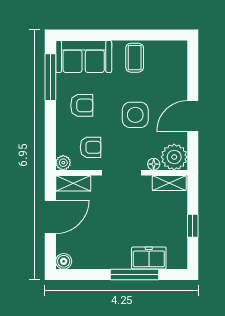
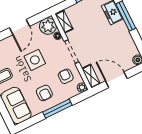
window: (50, 77) -> (57, 109), moved
armchair: (82, 105) -> (44, 93), turned 180
door: (193, 116) -> (20, 27), hinge flipped

